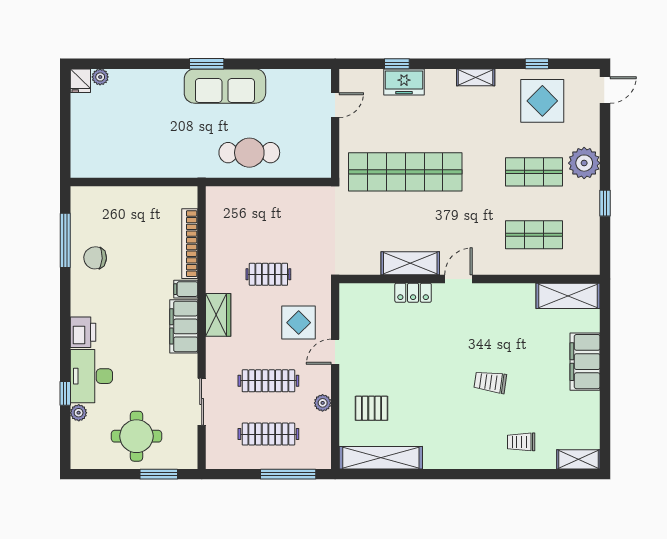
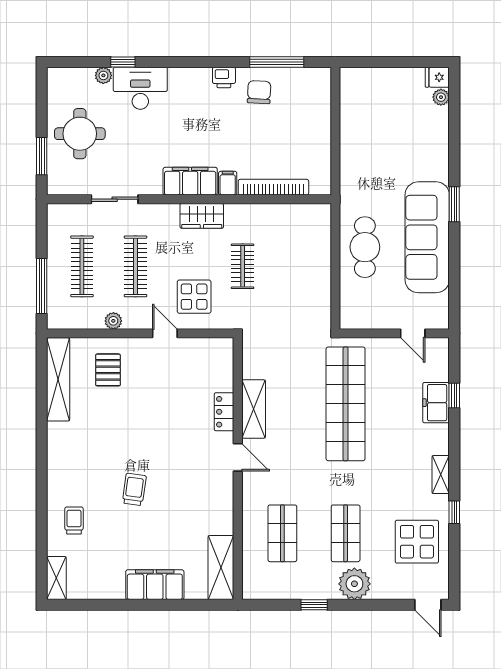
window: (537, 64) -> (454, 512), moved
sofa: (225, 86) -> (427, 237), width x1.36, depth x1.27
printer: (83, 332) -> (224, 77), moved, width x0.73, depth x0.81

